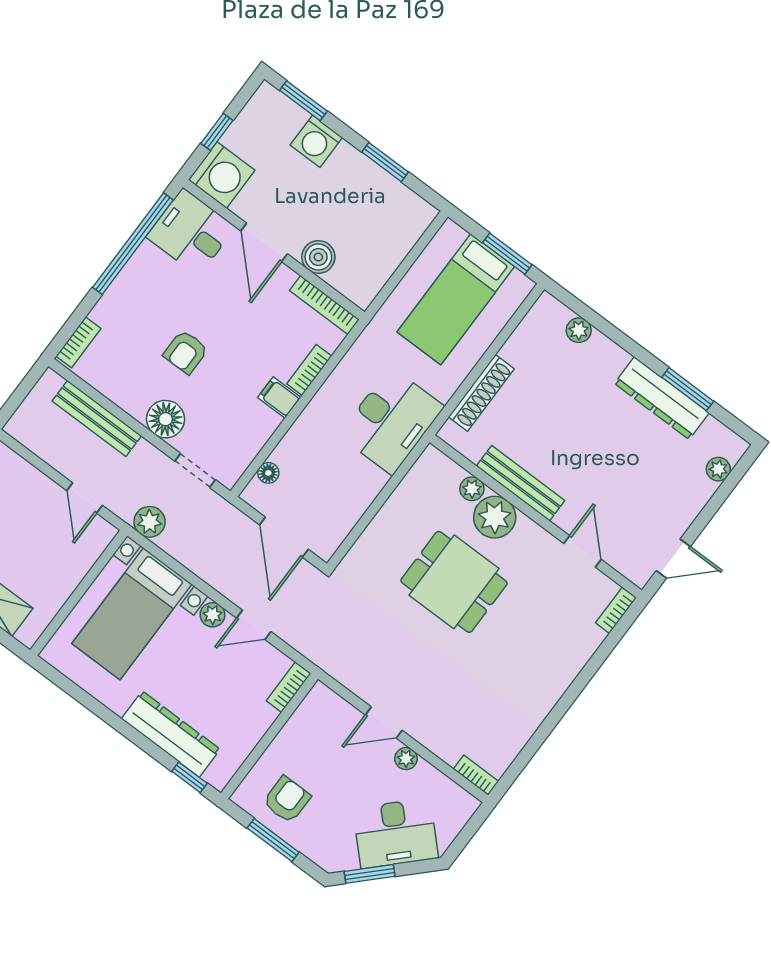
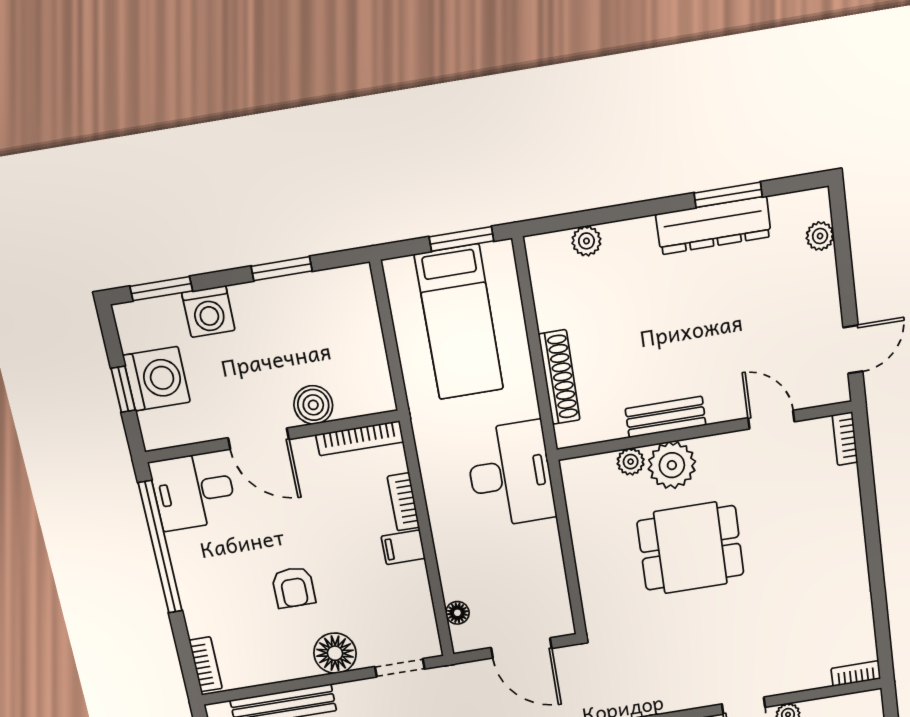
washing machine: (222, 175) -> (157, 379), moved
bench: (521, 483) -> (666, 417), width x0.73

